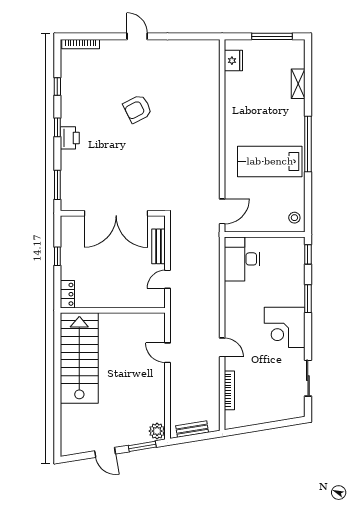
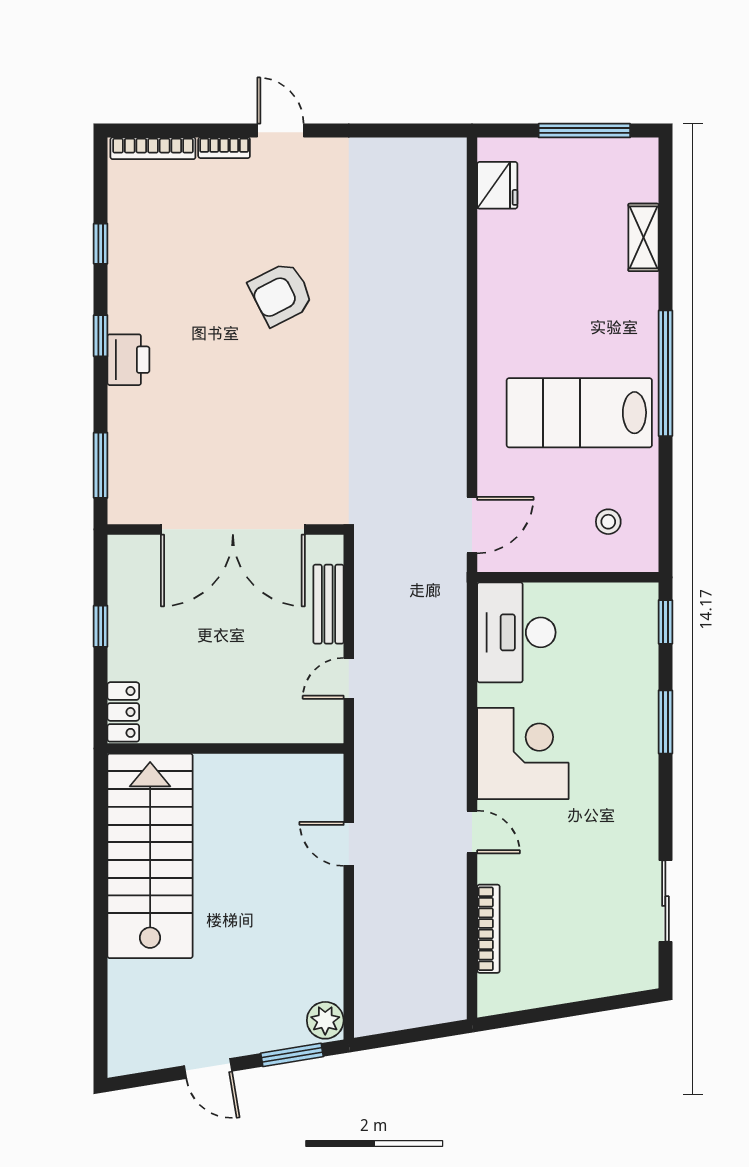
bookcase: (112, 44) -> (224, 148), added
stool: (294, 218) -> (608, 522), moved
corner desk: (285, 327) -> (523, 754), moved, turned 180
bench: (192, 429) -> (404, 1016), removed

